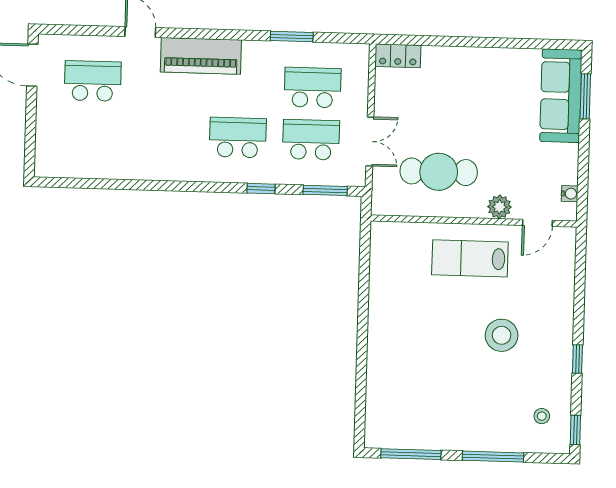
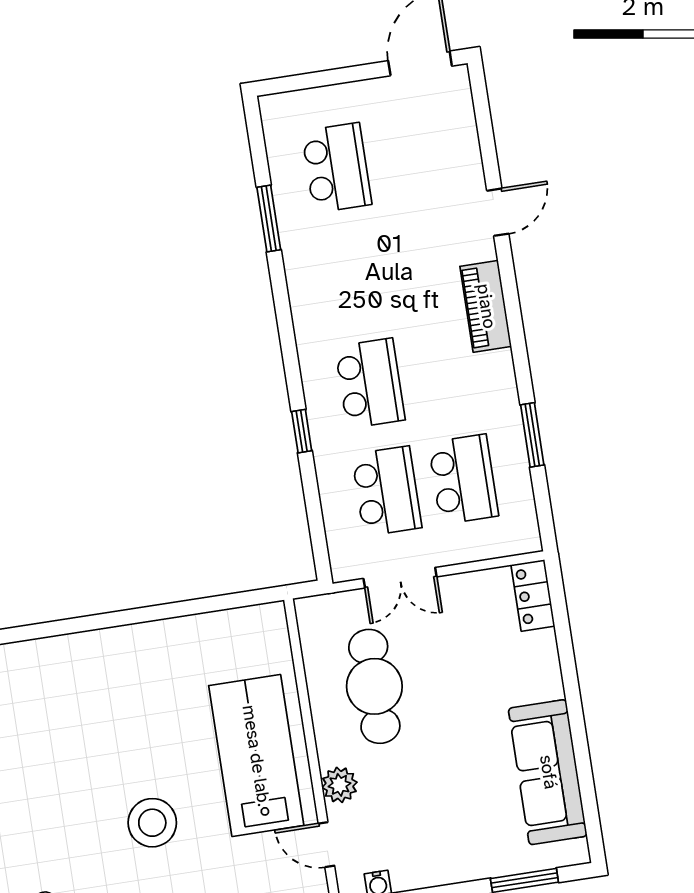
piano: (201, 56) -> (486, 306), width x0.73, depth x0.75
school desk: (93, 81) -> (337, 168), moved
sofa: (561, 96) -> (548, 772), moved, turned -90
window: (325, 190) -> (269, 218), moved
lab bench: (470, 258) -> (256, 756), width x1.36, depth x1.39

